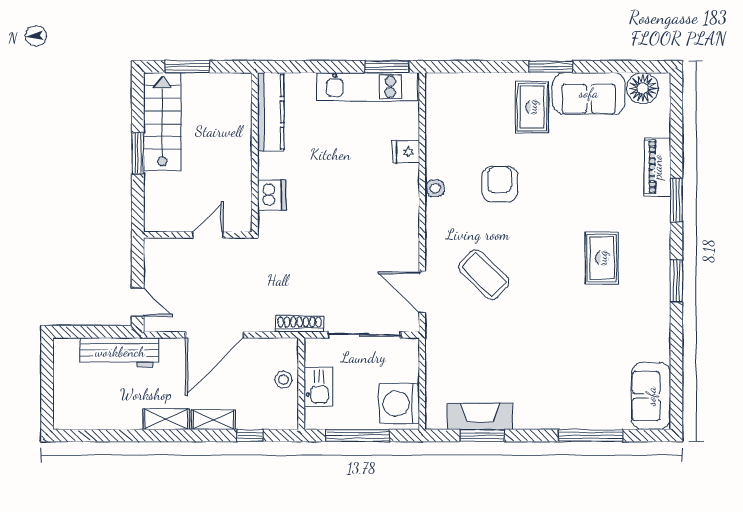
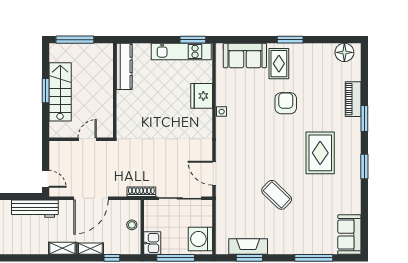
window: (187, 67) -> (75, 40), width x1.44
sofa: (589, 93) -> (245, 55), moved
stairs: (162, 122) -> (60, 92), moved
fridge: (406, 152) -> (202, 96), width x1.88, depth x1.34
armchair: (500, 184) -> (286, 103), moved
dishwasher: (272, 195) -> (125, 116), removed
rug: (602, 258) -> (320, 153), width x1.36, depth x1.43
coffee table: (484, 275) -> (277, 195), moved
kitchen sink: (318, 387) -> (152, 243), moved

